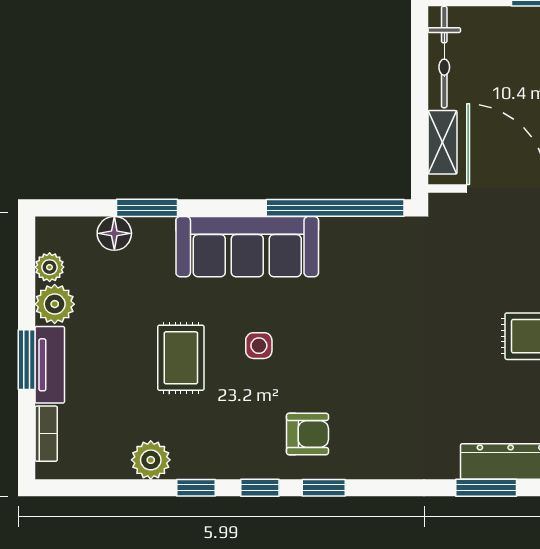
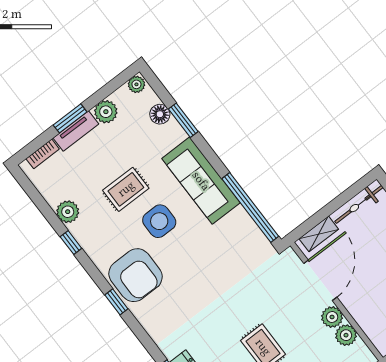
plant: (50, 267) -> (136, 84), moved
side table: (259, 346) -> (159, 221), width x1.87, depth x1.87
armchair: (307, 434) -> (136, 275), width x1.88, depth x1.88
window: (260, 488) -> (94, 272), removed

